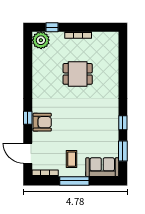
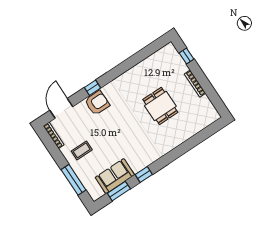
plant: (41, 40) -> (168, 54), removed
armchair: (42, 122) -> (97, 103), turned -90
sofa: (102, 167) -> (115, 176), moved, turned -90
window: (74, 181) -> (73, 180), moved

